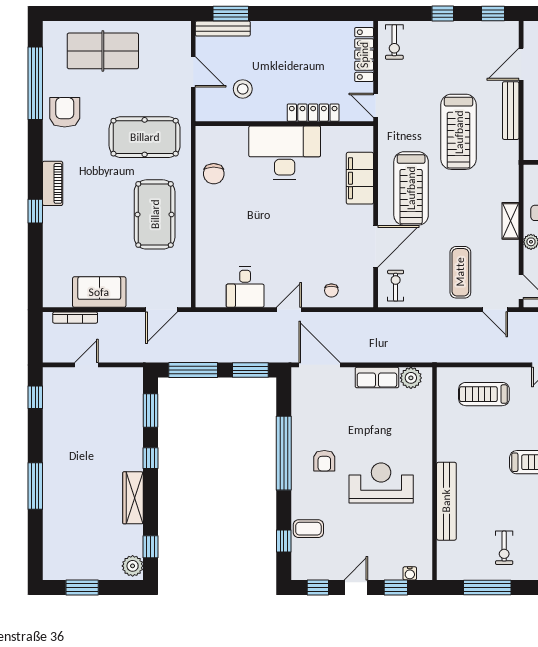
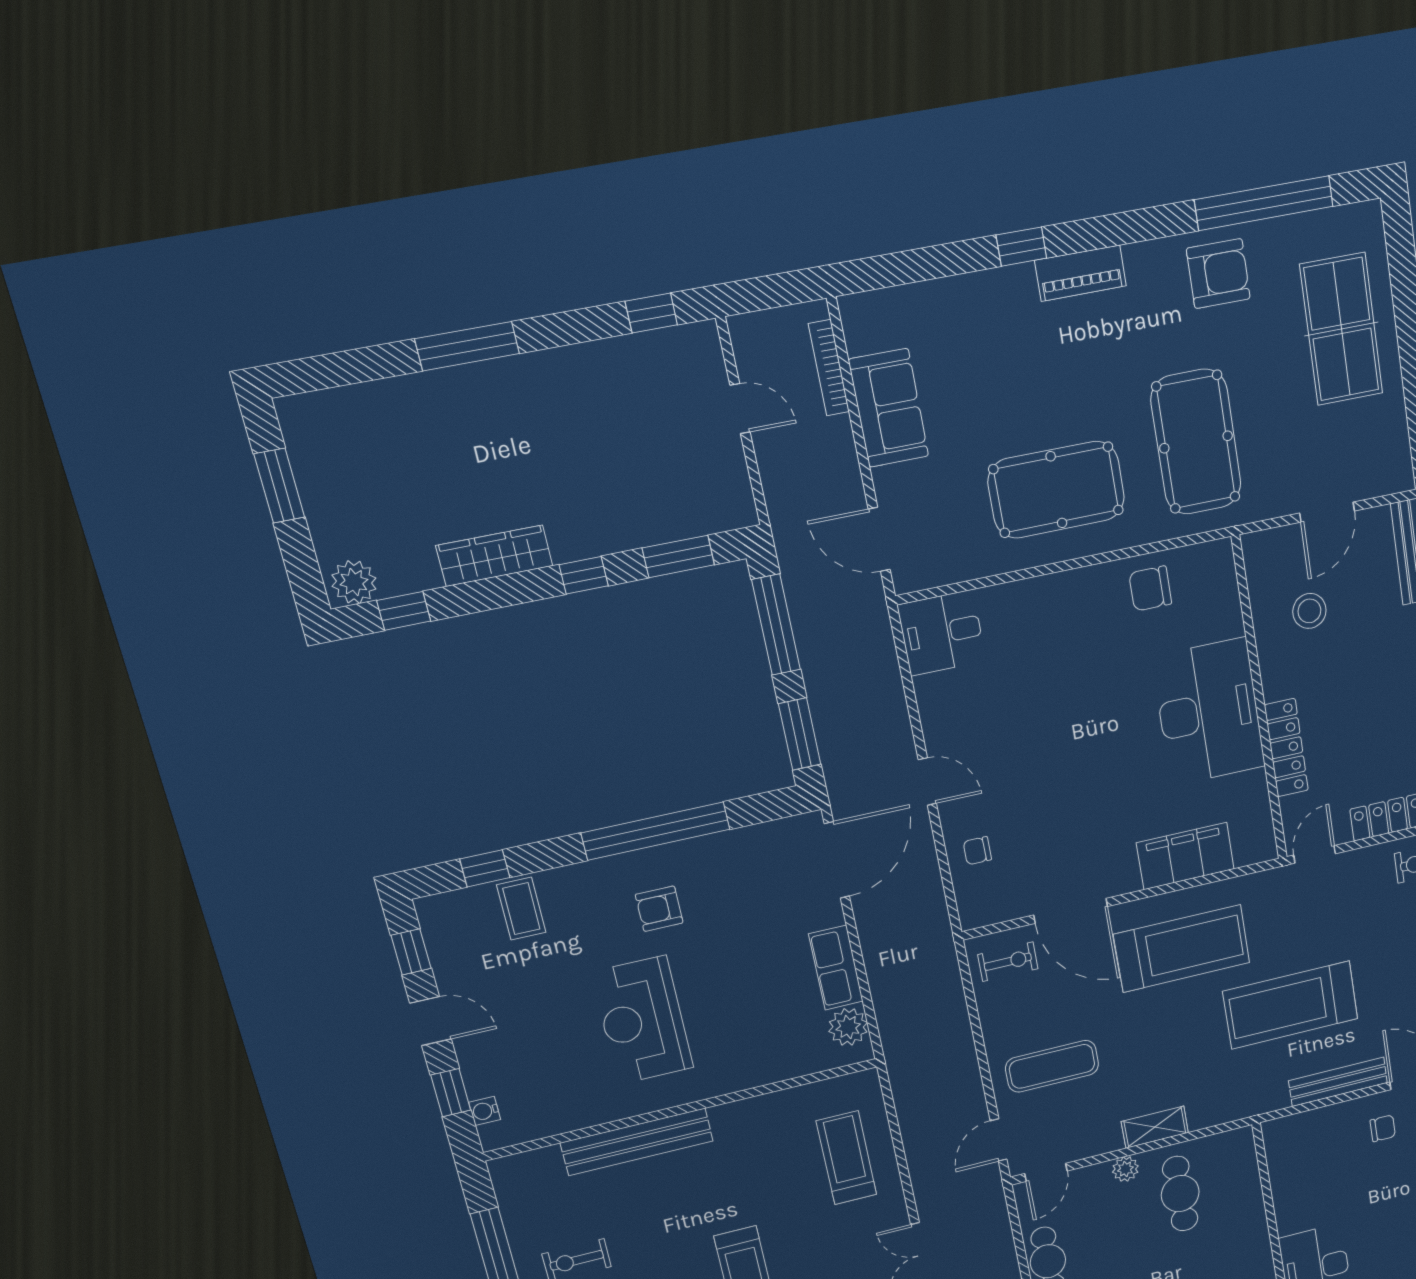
treadmill: (411, 188) -> (1182, 948), turned 180
desk: (245, 287) -> (942, 633), moved
reception desk: (381, 483) -> (642, 1020), turned 180

